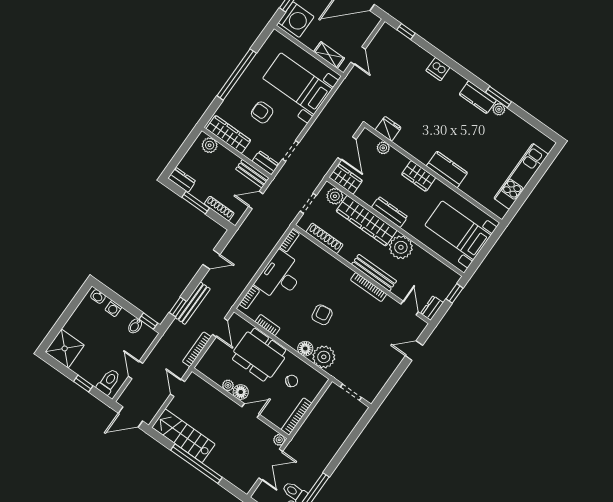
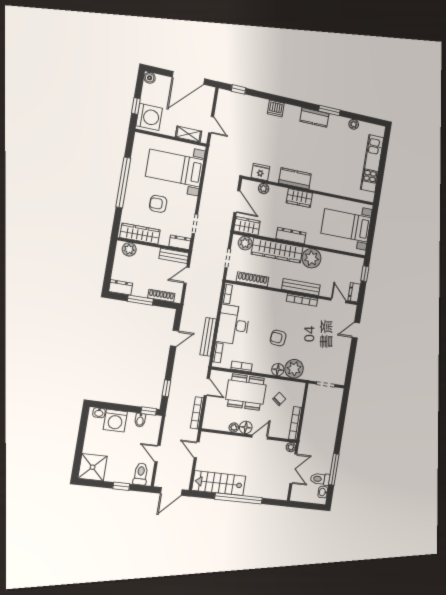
plant: (499, 109) -> (354, 124), moved
kitchen counter: (447, 169) -> (295, 178), moved
bench: (193, 303) -> (208, 337), moved
washing machine: (113, 308) -> (115, 421), width x1.89, depth x1.89
armchair: (322, 315) -> (278, 338), turned -75

